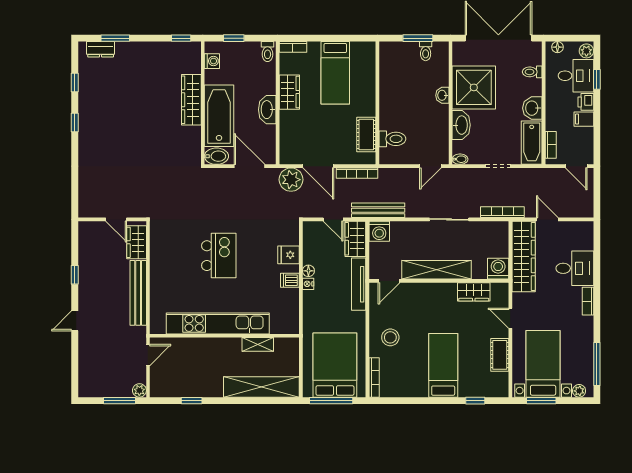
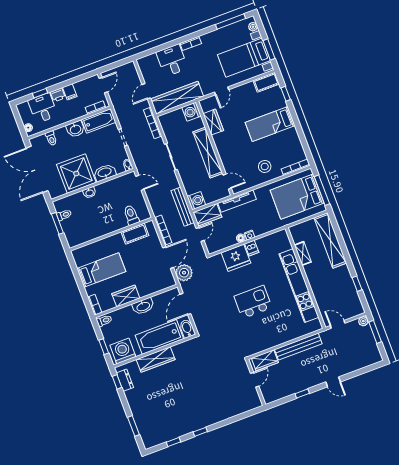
dresser: (101, 49) -> (125, 380), moved
plant: (586, 51) -> (24, 107), removed
washing machine: (212, 61) -> (123, 351), width x1.89, depth x1.89
fridge: (289, 255) -> (236, 258), width x1.88, depth x1.34
cot: (500, 355) -> (266, 82), moved

